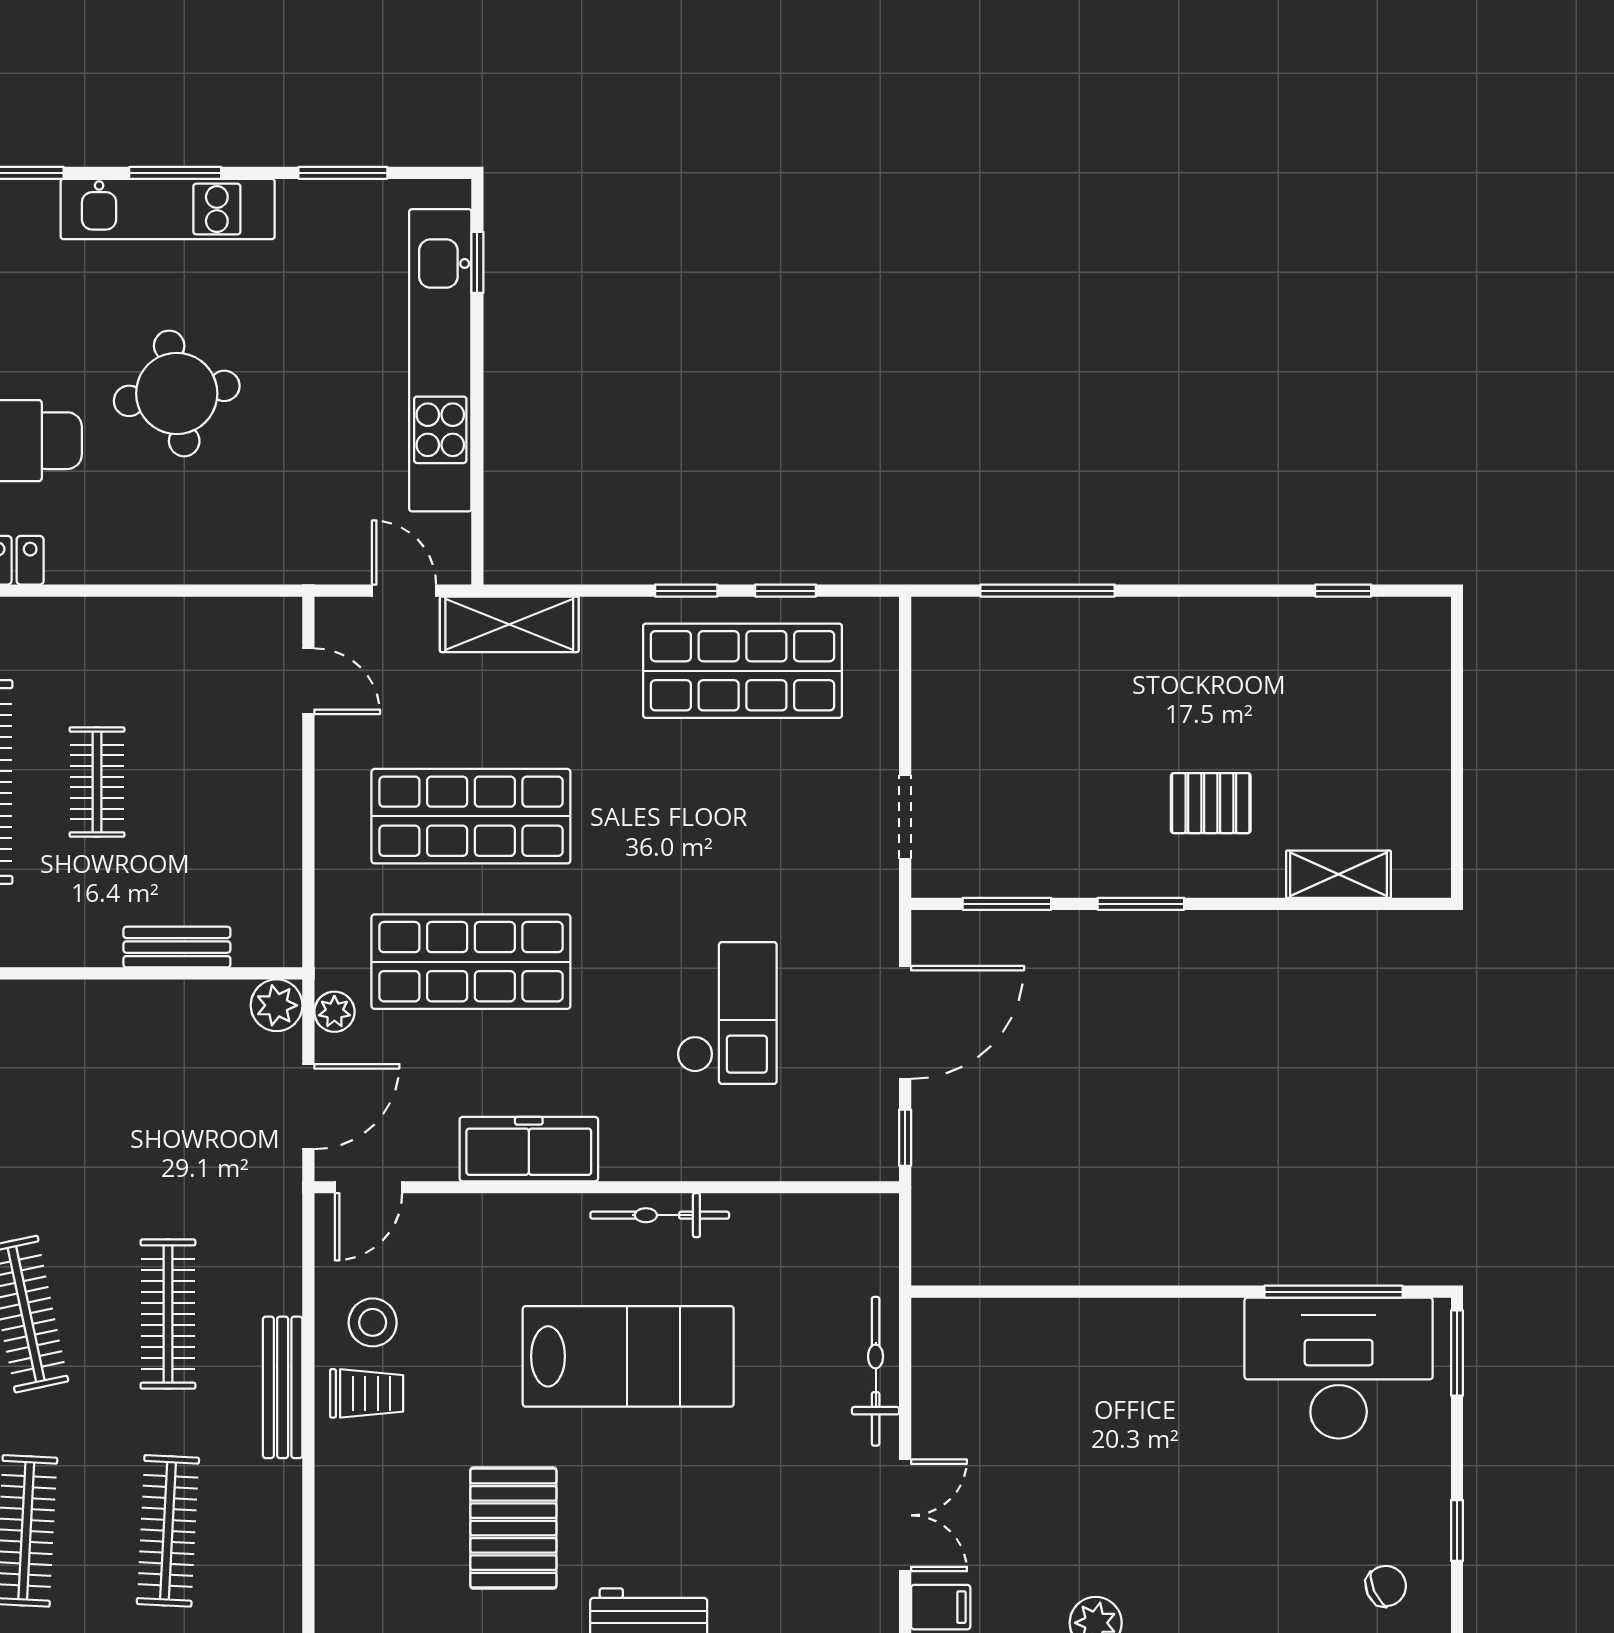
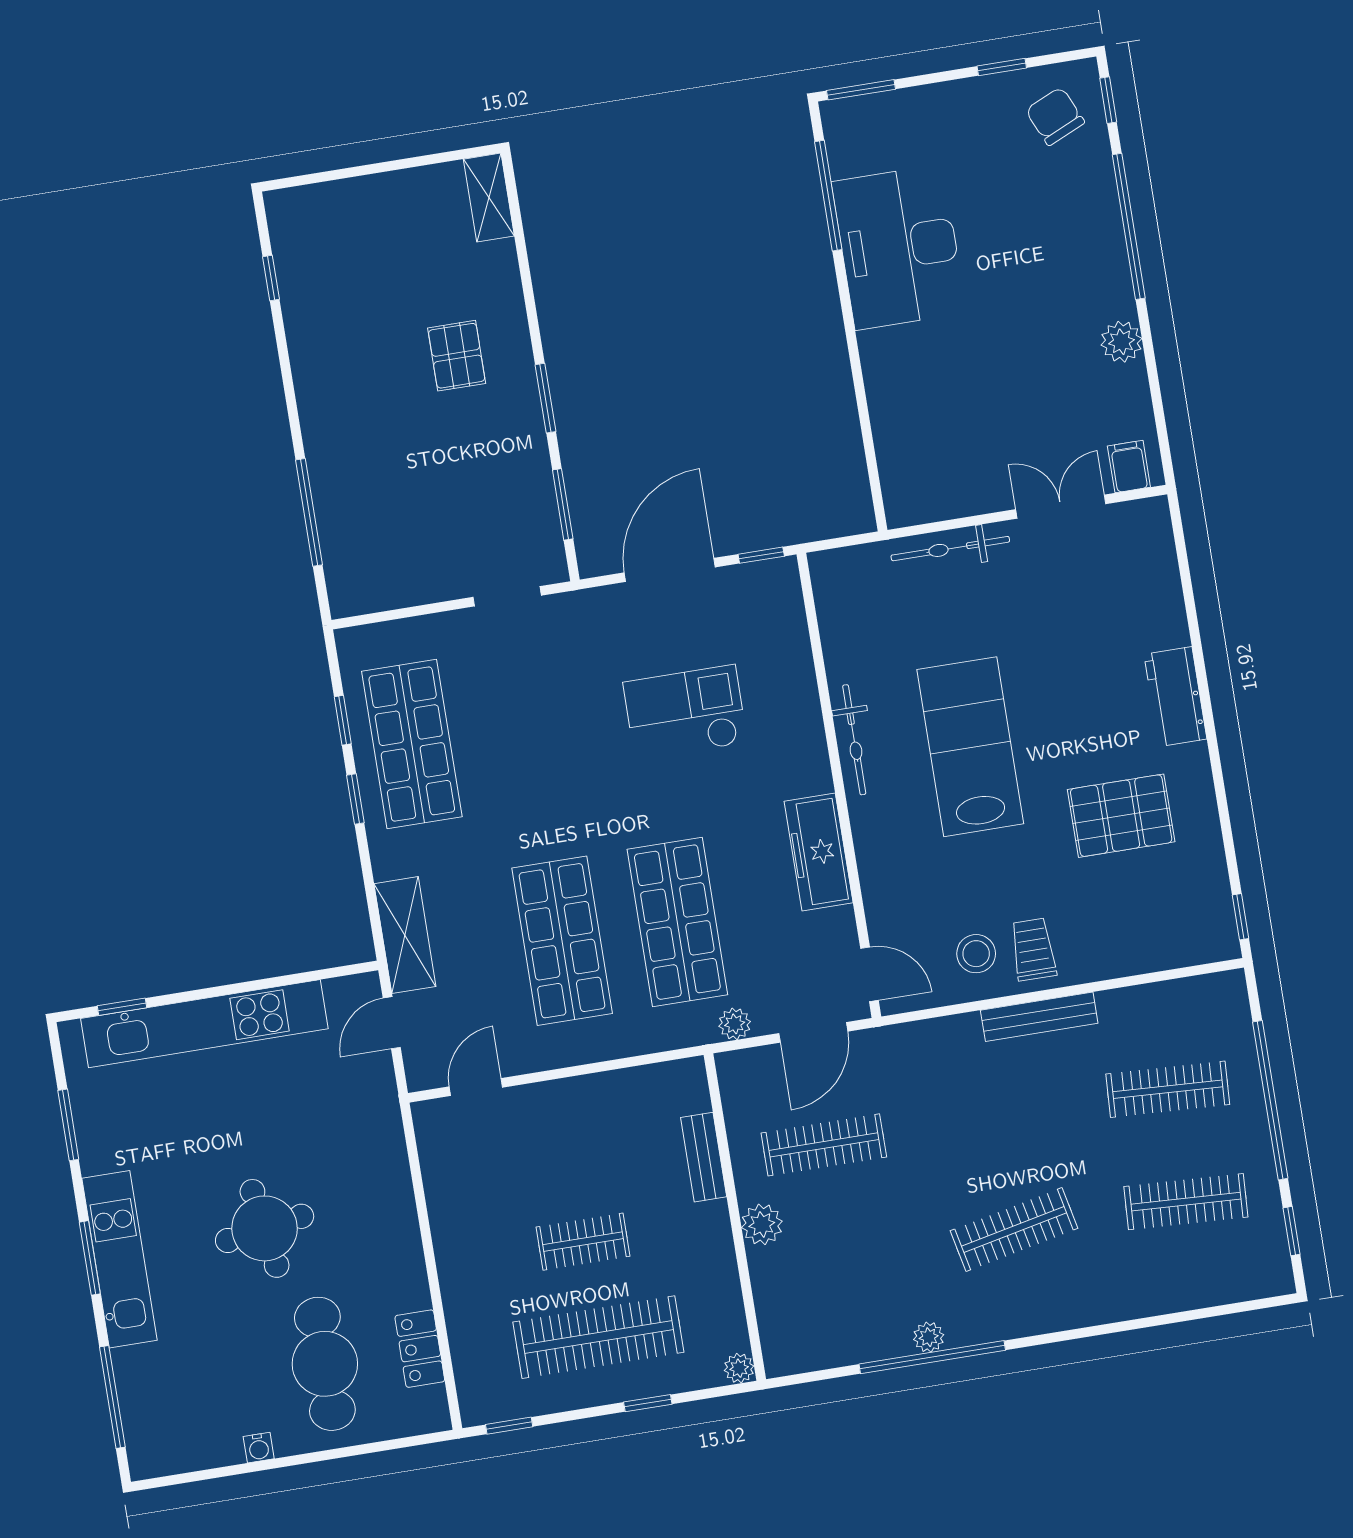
shelving: (1339, 874) -> (489, 198), moved
plant: (277, 1005) -> (762, 1224), moved
door: (905, 1022) -> (670, 570), hinge flipped
door: (308, 1107) -> (813, 1032), swing flipped
clothes rail: (168, 1314) -> (824, 1145), moved
desk: (1339, 1368) -> (899, 247), moved
chair: (1386, 1586) -> (1055, 116), width x1.37, depth x1.37

